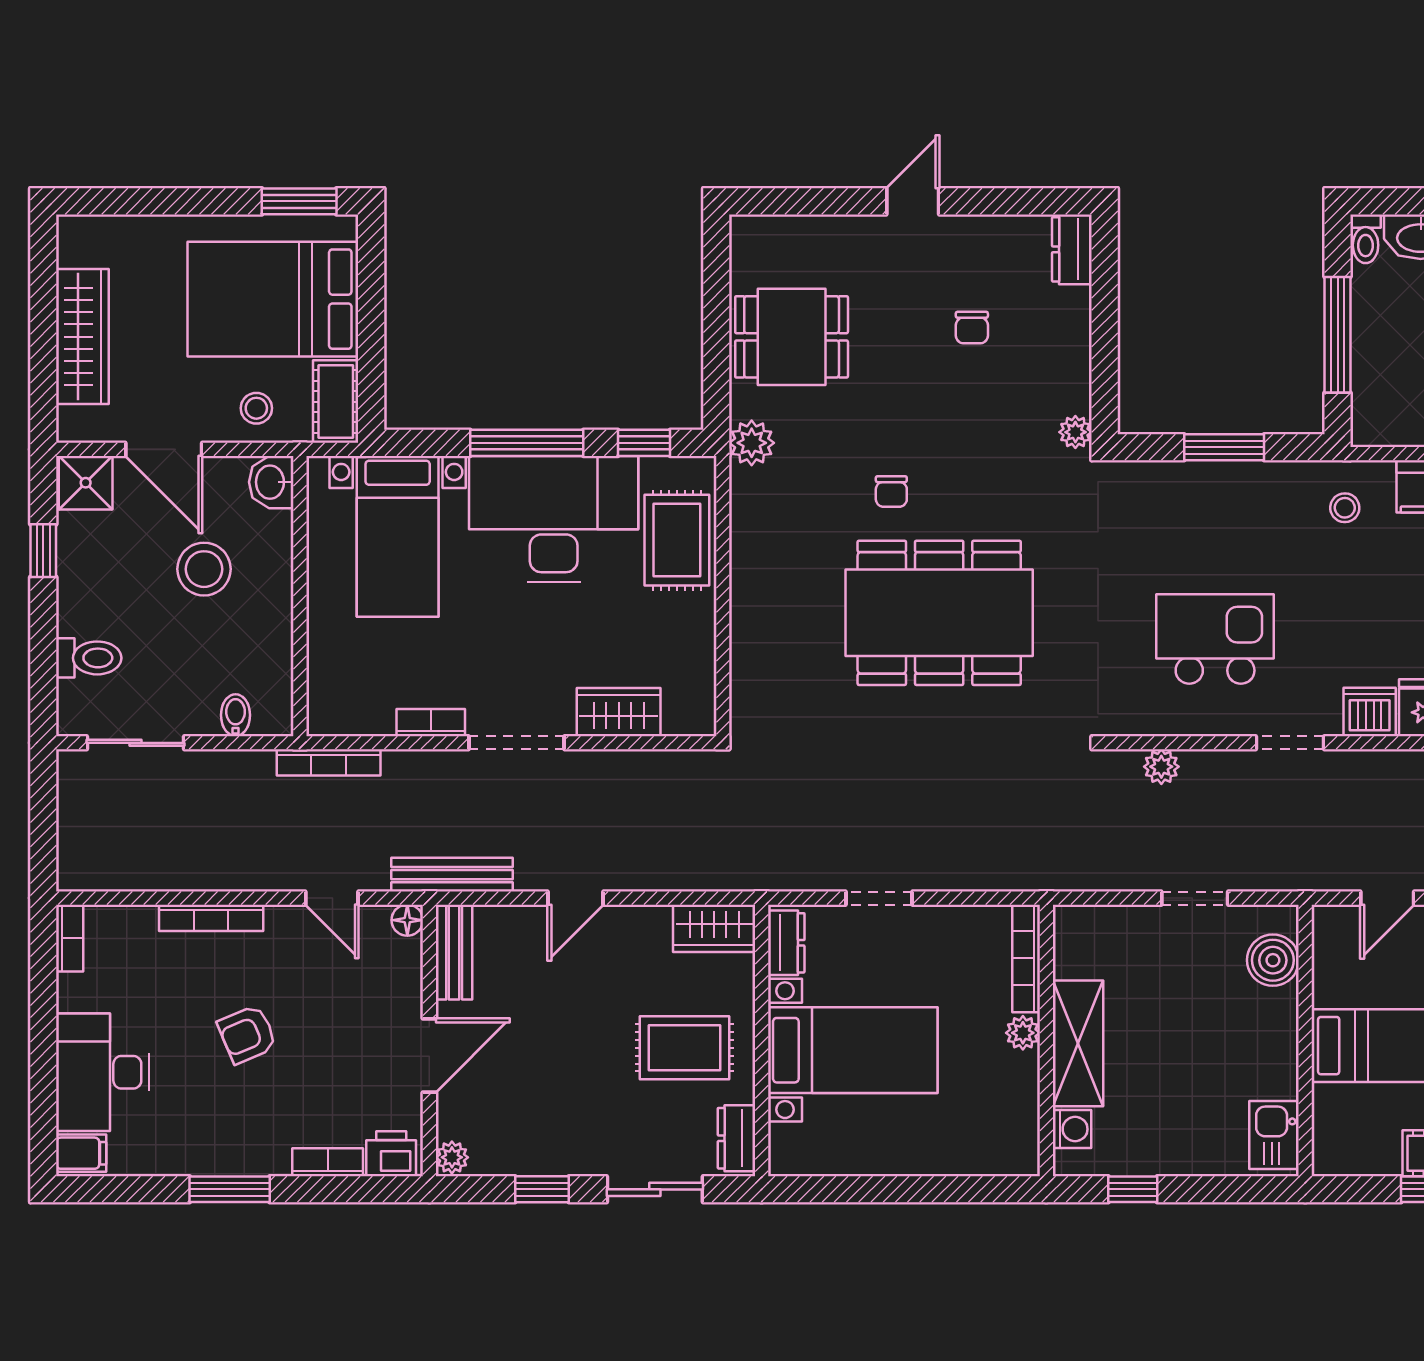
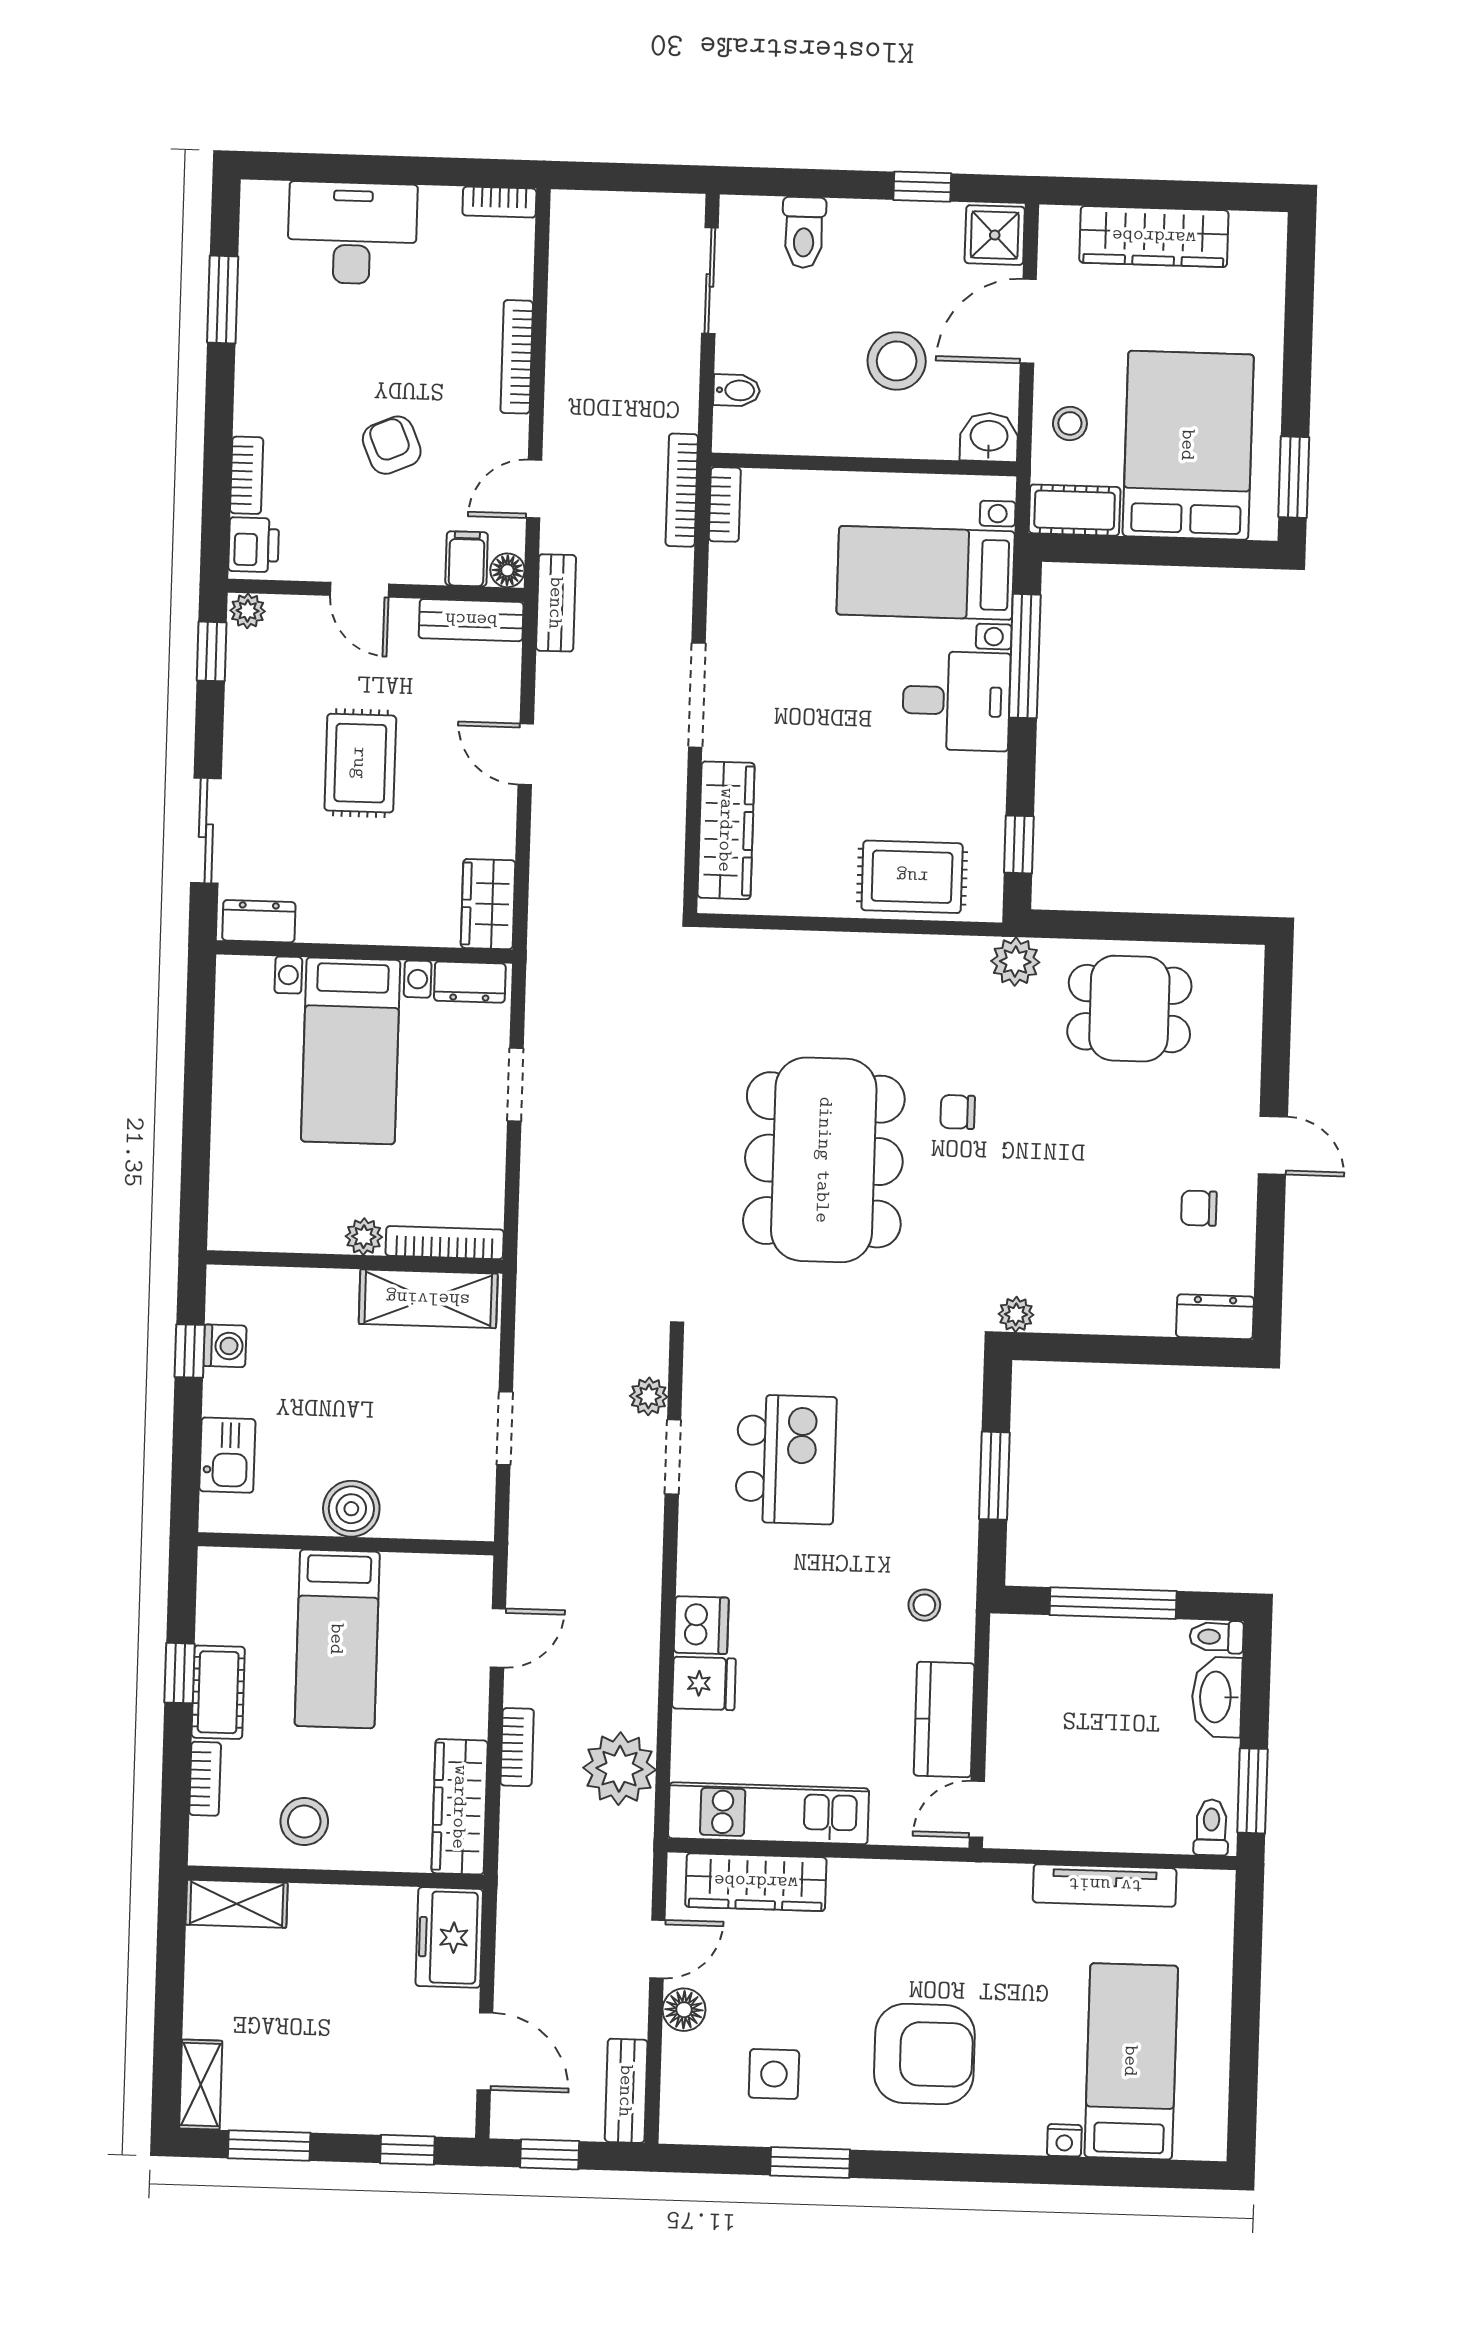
chair: (972, 328) -> (1199, 1208), moved
dining table: (792, 337) -> (1129, 1009), turned 90
window: (527, 443) -> (1025, 656), moved
desk: (554, 519) -> (956, 701), width x0.53, depth x0.77
wardrobe: (619, 712) -> (726, 830), width x1.50
bookcase: (431, 723) -> (725, 504), moved
doorway: (1290, 743) -> (673, 1457), moved
bench: (452, 875) -> (556, 603), width x0.73
door: (1387, 898) -> (498, 1638), swing flipped
boiler: (1273, 960) -> (351, 1509), moved
armchair: (247, 1034) -> (392, 445), moved
shelving: (1078, 1043) -> (428, 1299), moved
rug: (685, 1048) -> (360, 763), moved
door: (429, 1055) -> (359, 590), width x0.73
washing machine: (1072, 1129) -> (225, 1346), moved, turned -90
kitchen sink: (1274, 1135) -> (227, 1455), moved, turned 90
filing cabinet: (81, 1153) -> (467, 559), moved, turned 180
window: (230, 1189) -> (223, 299), moved
window: (542, 1189) -> (212, 651), moved

